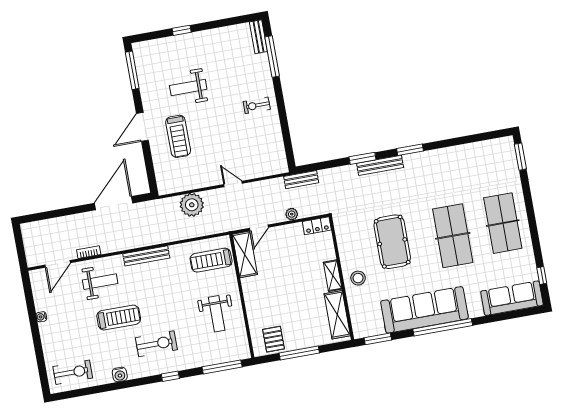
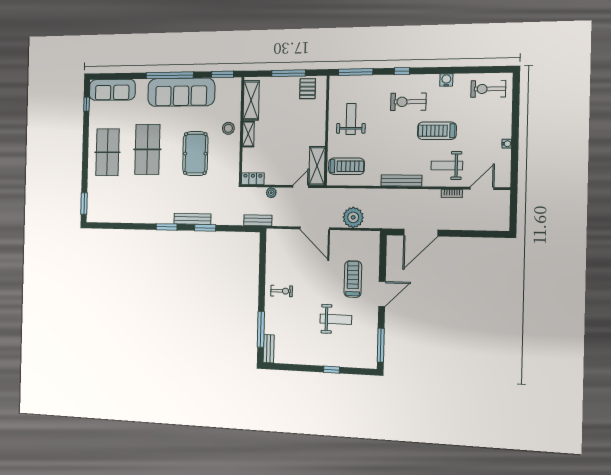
door: (233, 184) -> (315, 228), width x1.88

